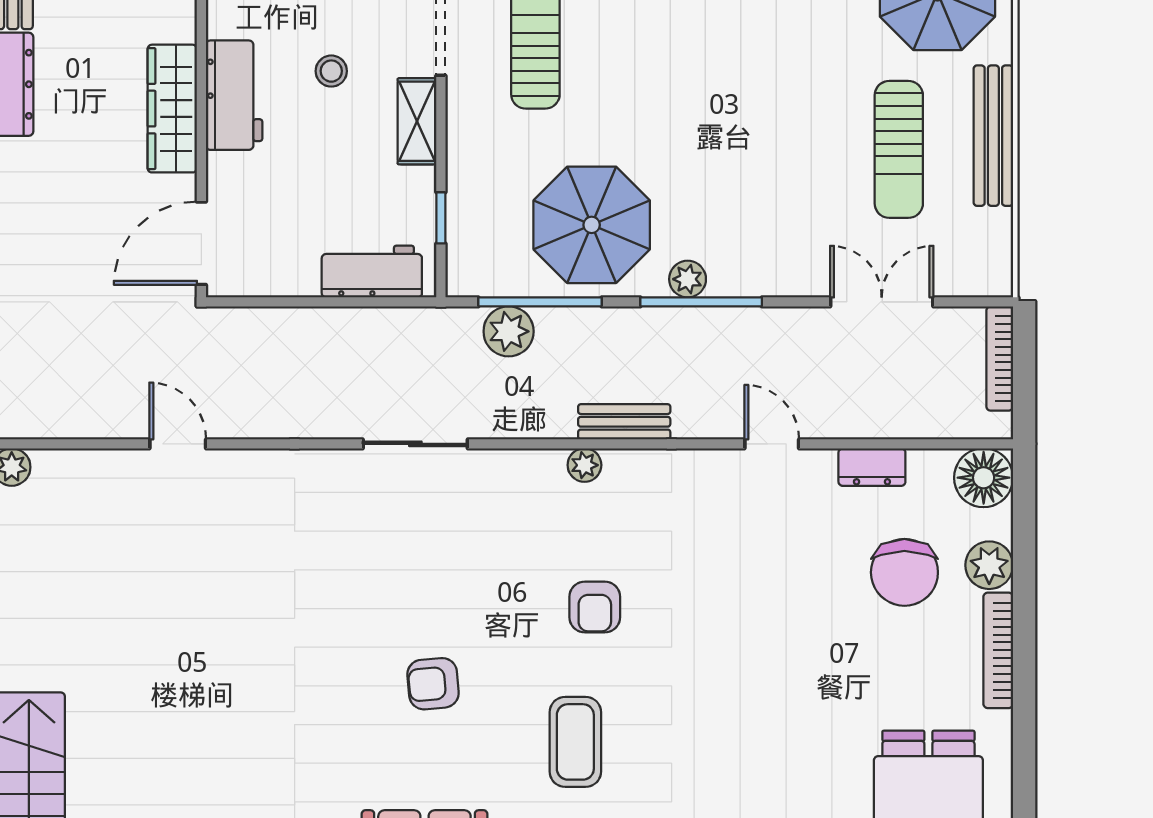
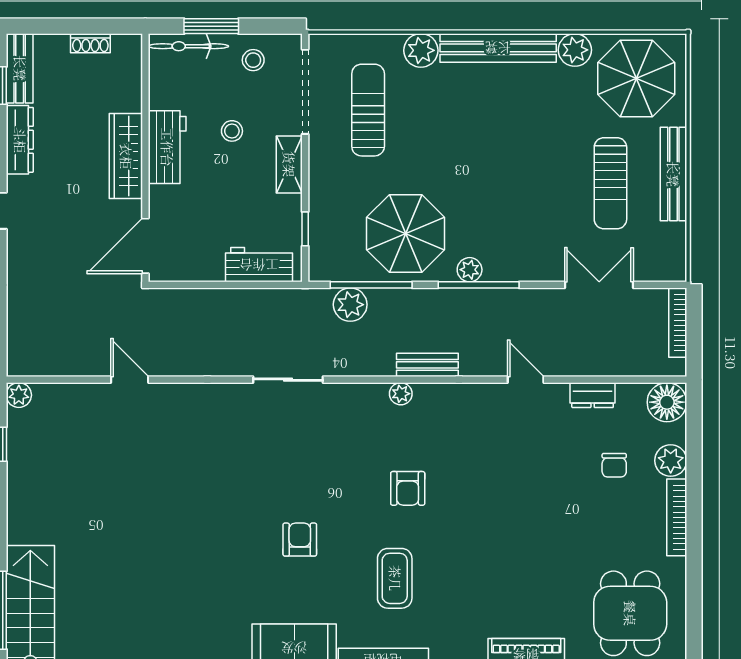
chair: (904, 572) -> (614, 465), width x0.54, depth x0.54
armchair: (433, 684) -> (300, 540), turned 95

